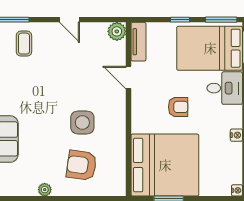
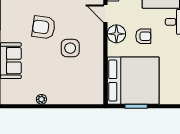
floor lamp: (143, 104) -> (116, 34), added
armchair: (82, 165) -> (44, 27), moved

